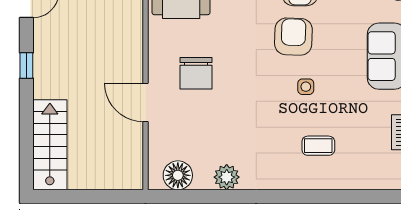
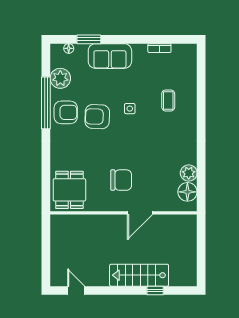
window: (26, 66) -> (155, 291), moved
stairs: (50, 145) -> (139, 275), moved
plant: (227, 177) -> (189, 173), moved

